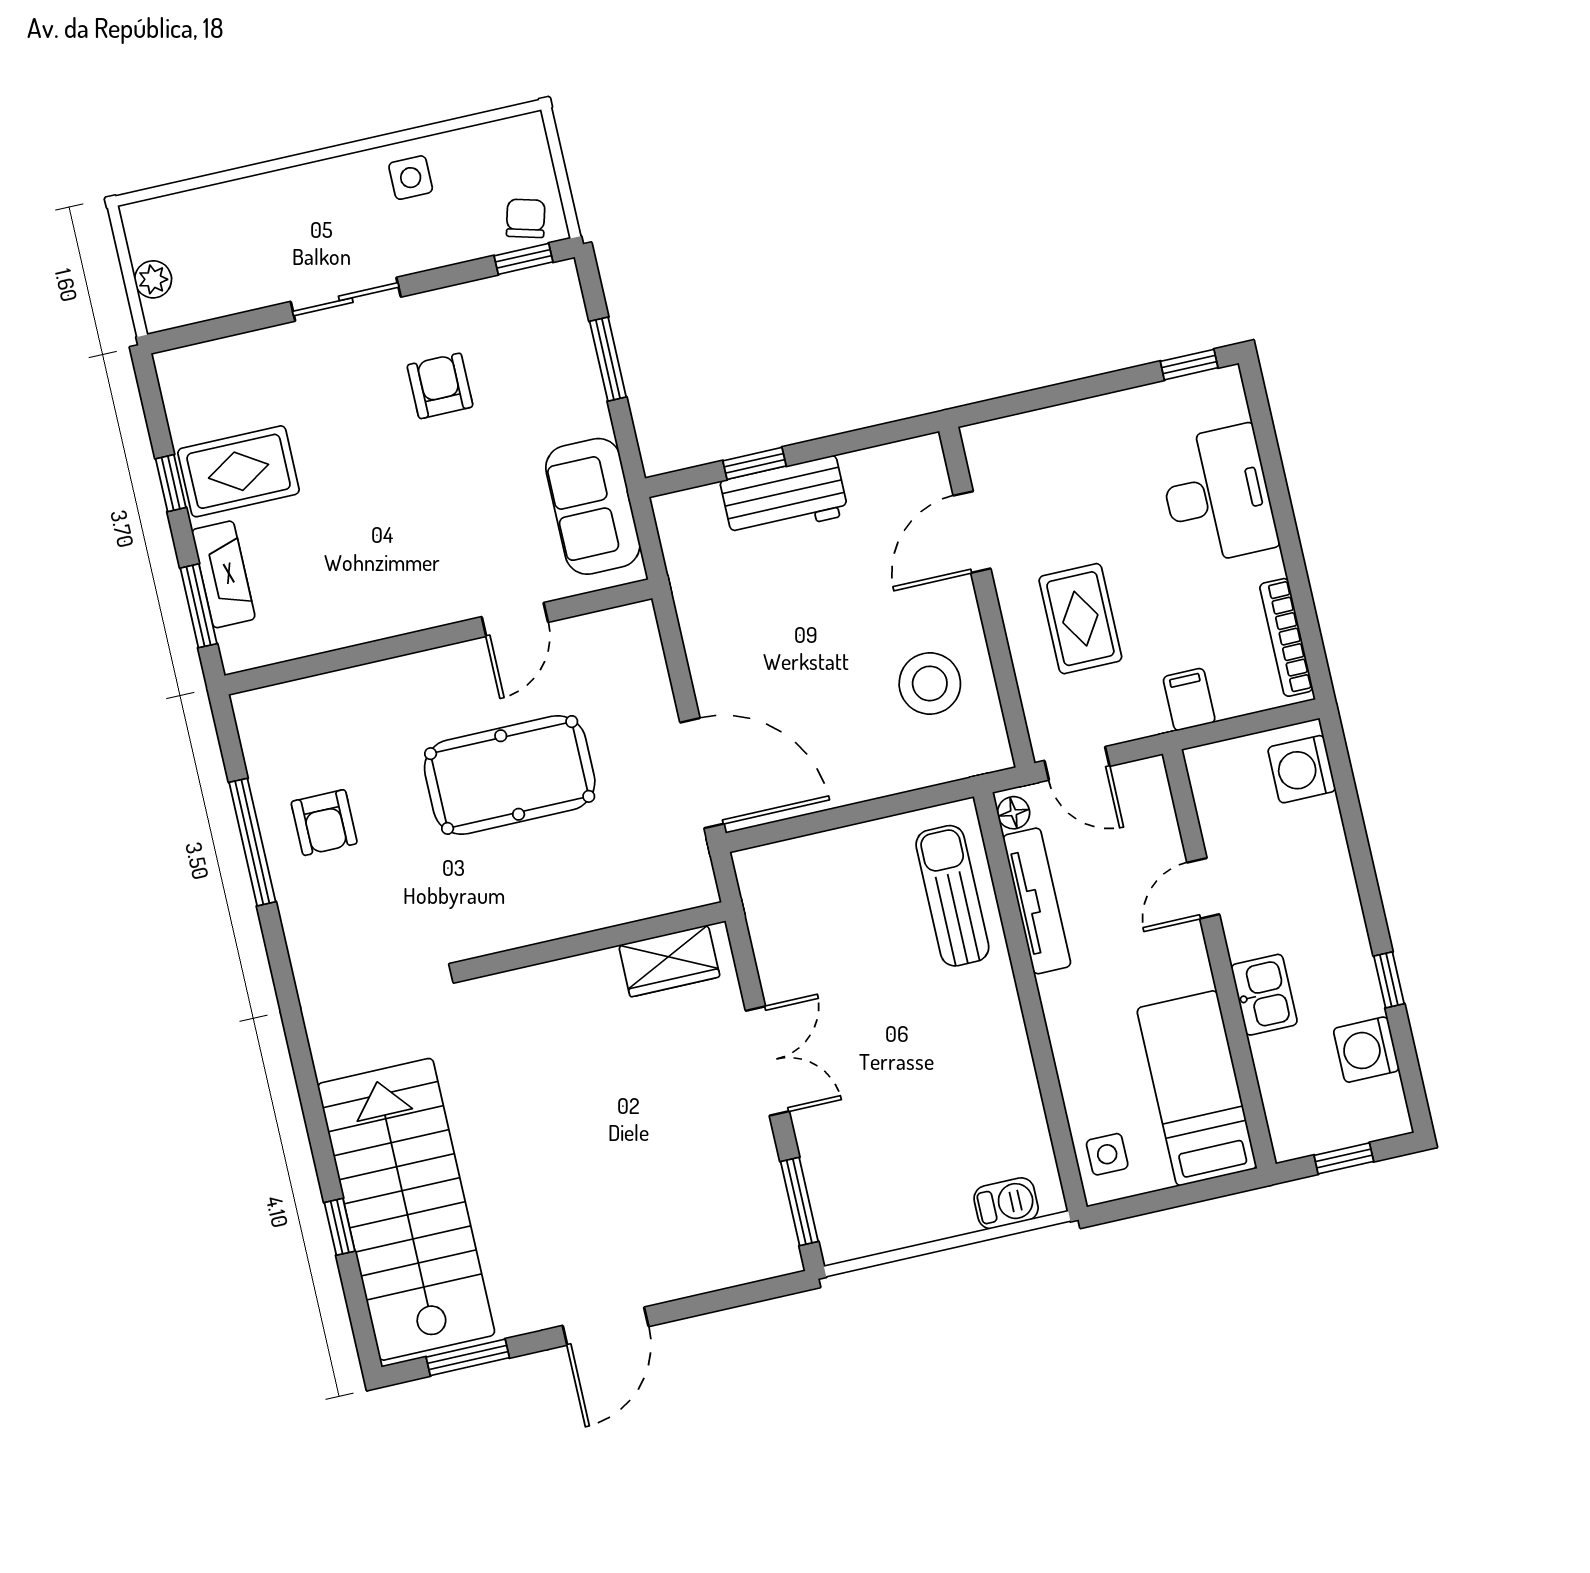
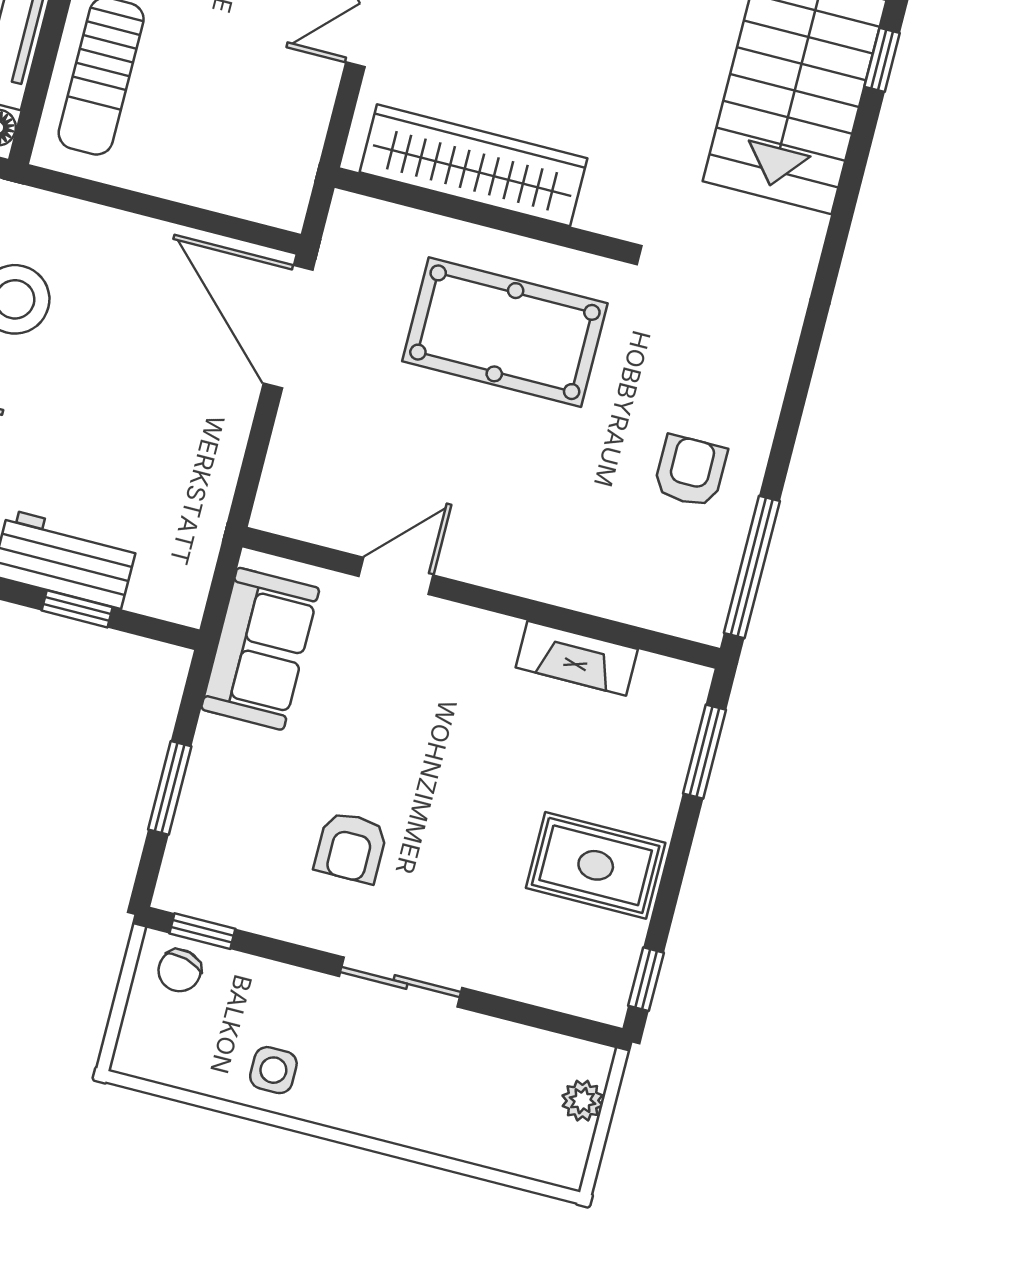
window: (171, 483) -> (646, 979), moved
fireplace: (223, 574) -> (577, 658), moved, turned -90
pool table: (510, 775) -> (505, 332), moved
window: (252, 842) -> (752, 567), moved
wardrobe: (669, 961) -> (473, 165), width x2.10, depth x1.17

